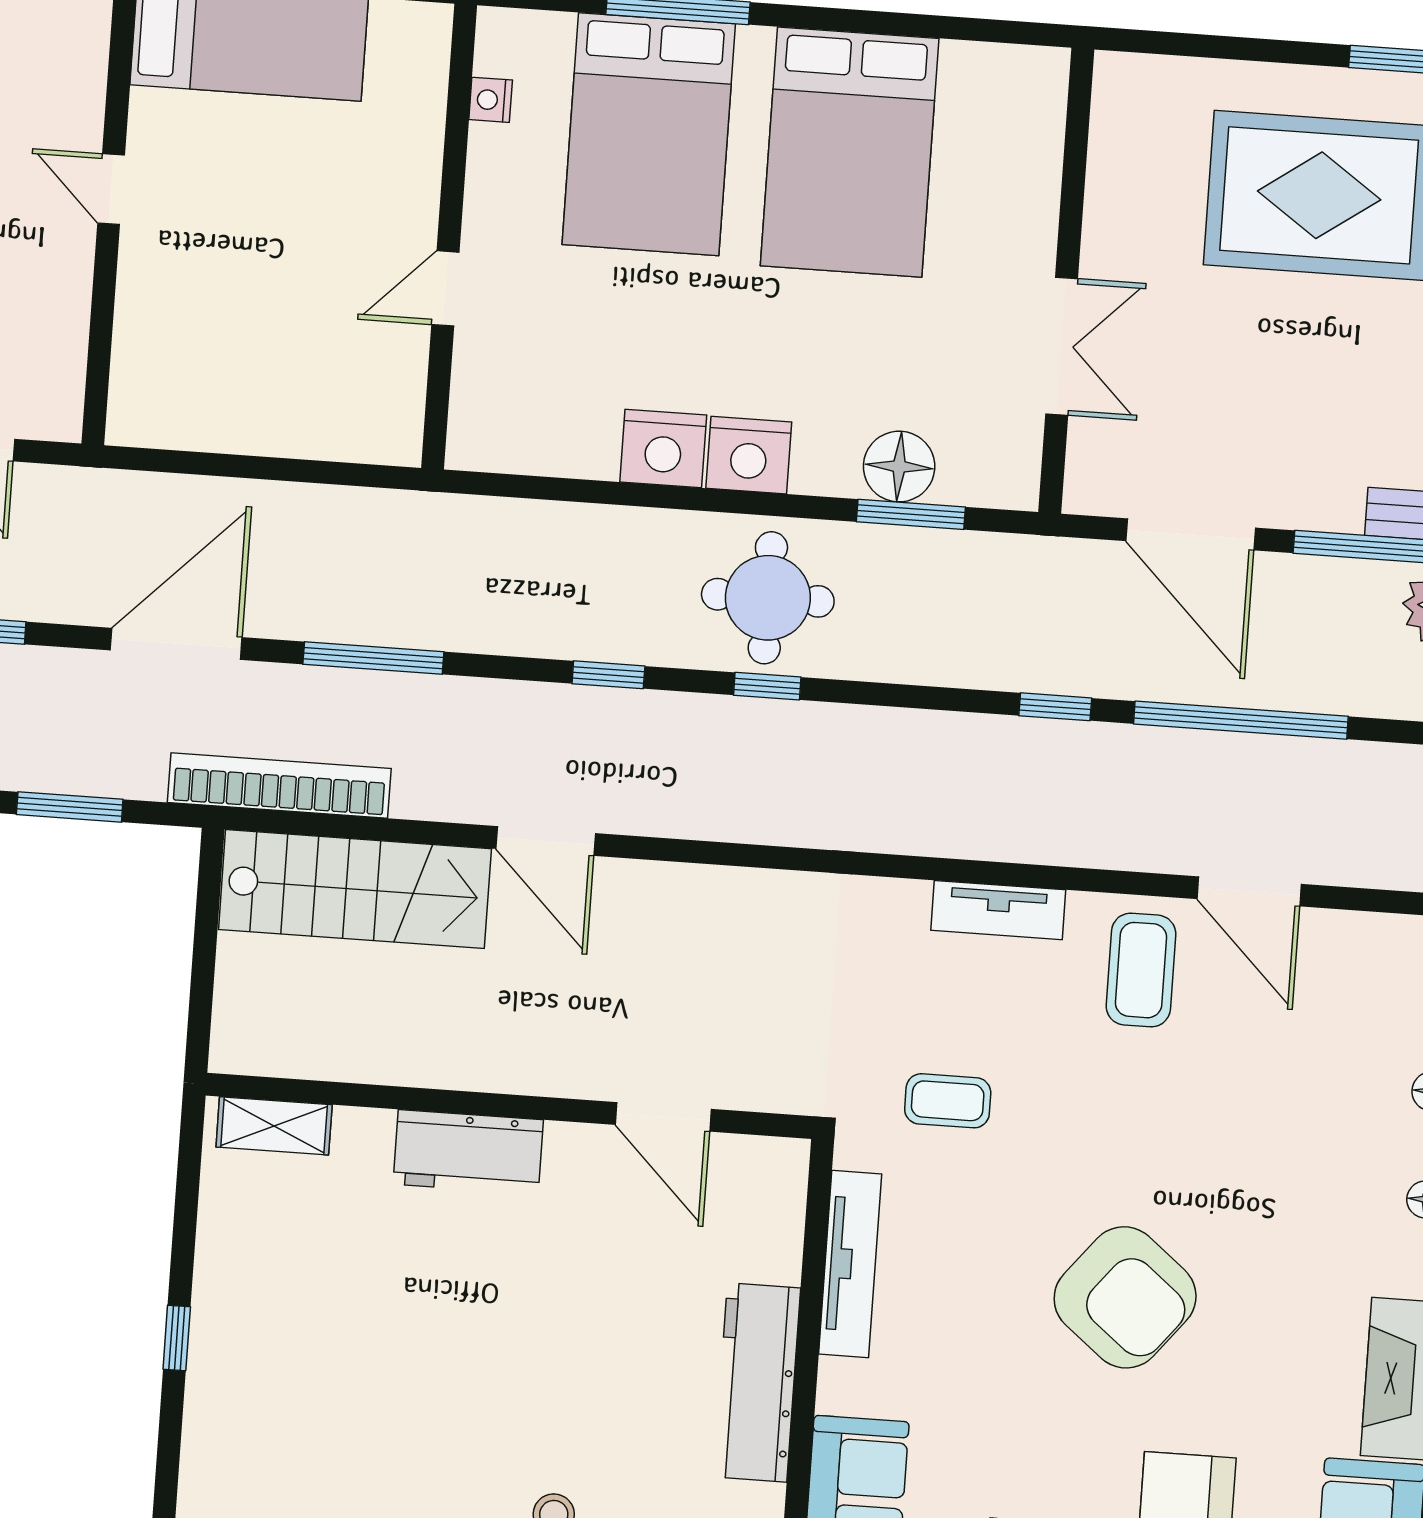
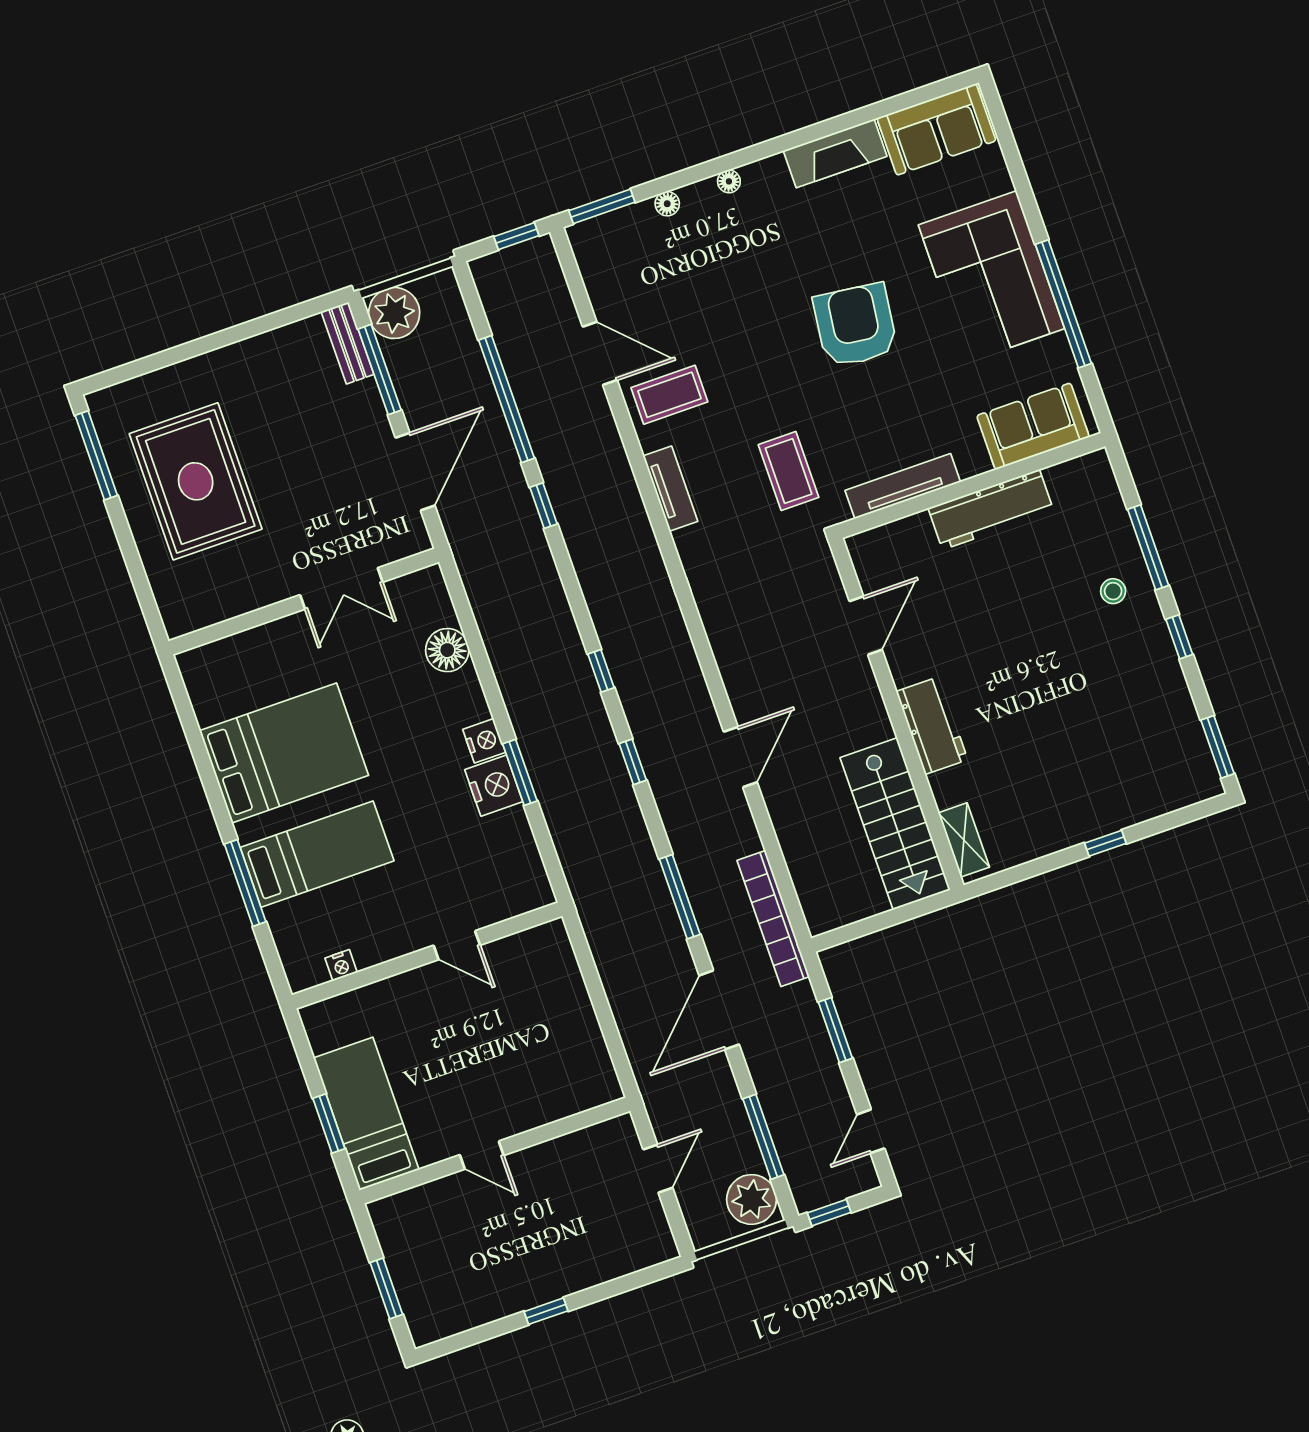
bed: (649, 134) -> (317, 854), width x0.67
door: (111, 189) -> (482, 1155), hinge flipped
double door: (1062, 346) -> (341, 588), swing flipped
nightstand: (749, 455) -> (484, 741), width x0.74, depth x0.75
window: (911, 514) -> (520, 772), moved
round table: (768, 598) -> (552, 692), removed
door: (176, 644) -> (719, 1010), hinge flipped
stairs: (355, 889) -> (895, 824), moved, turned 180
door: (1249, 891) -> (600, 353), hinge flipped
coffee table: (948, 1101) -> (789, 471), width x1.36, depth x1.30
armchair: (1125, 1297) -> (855, 325), turned -32

